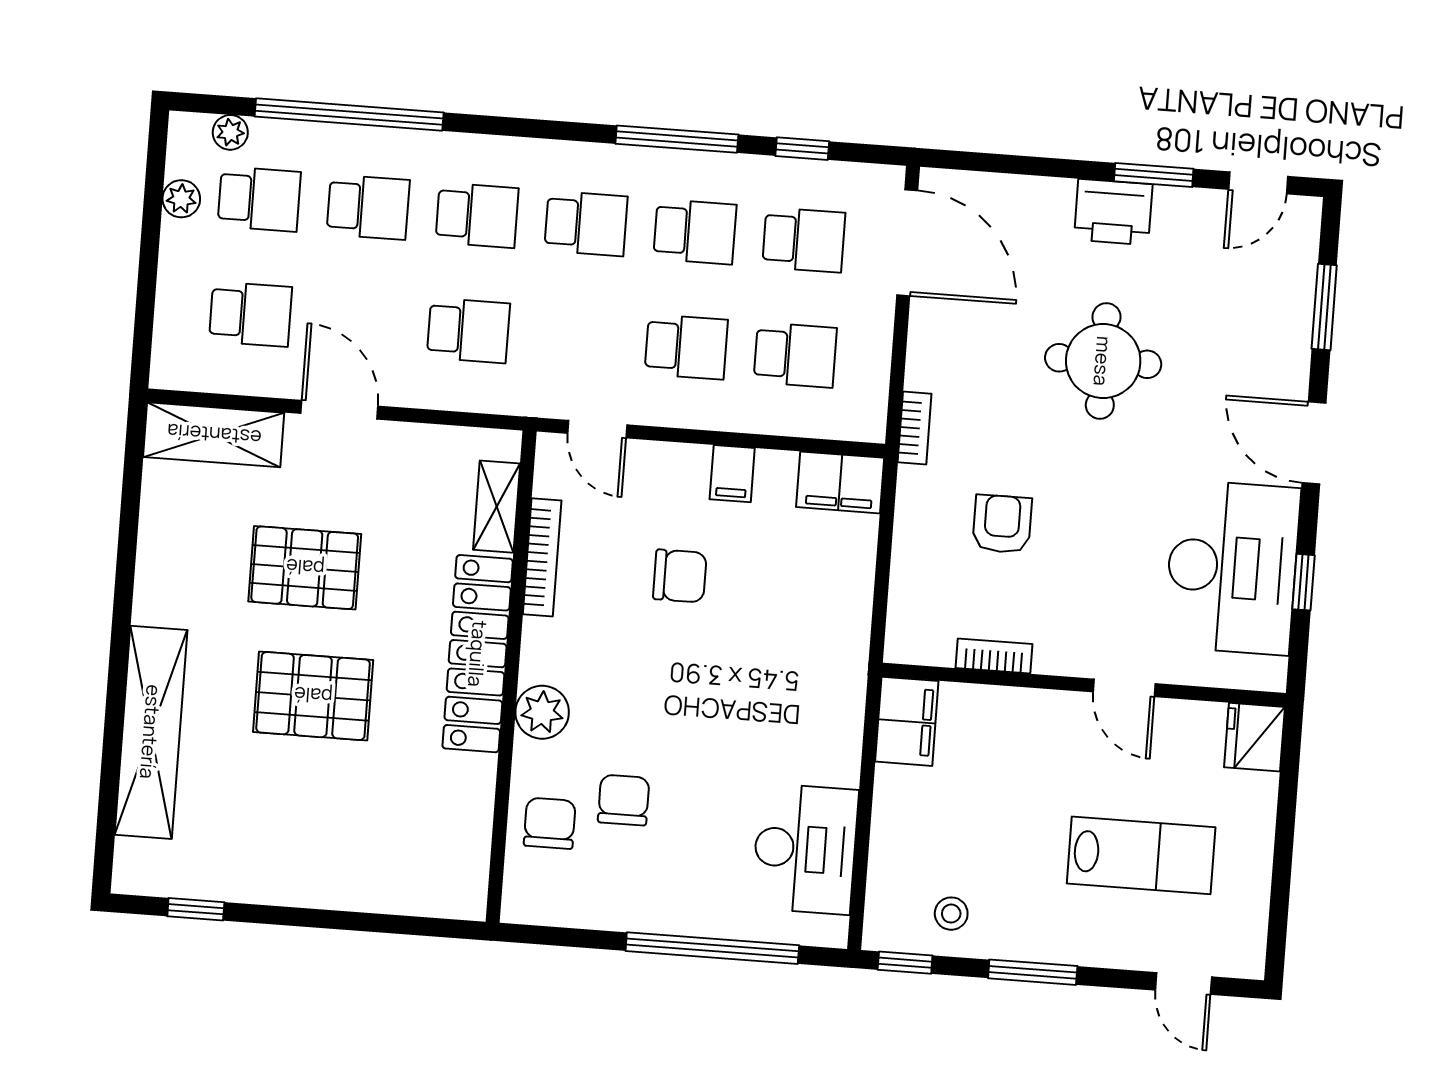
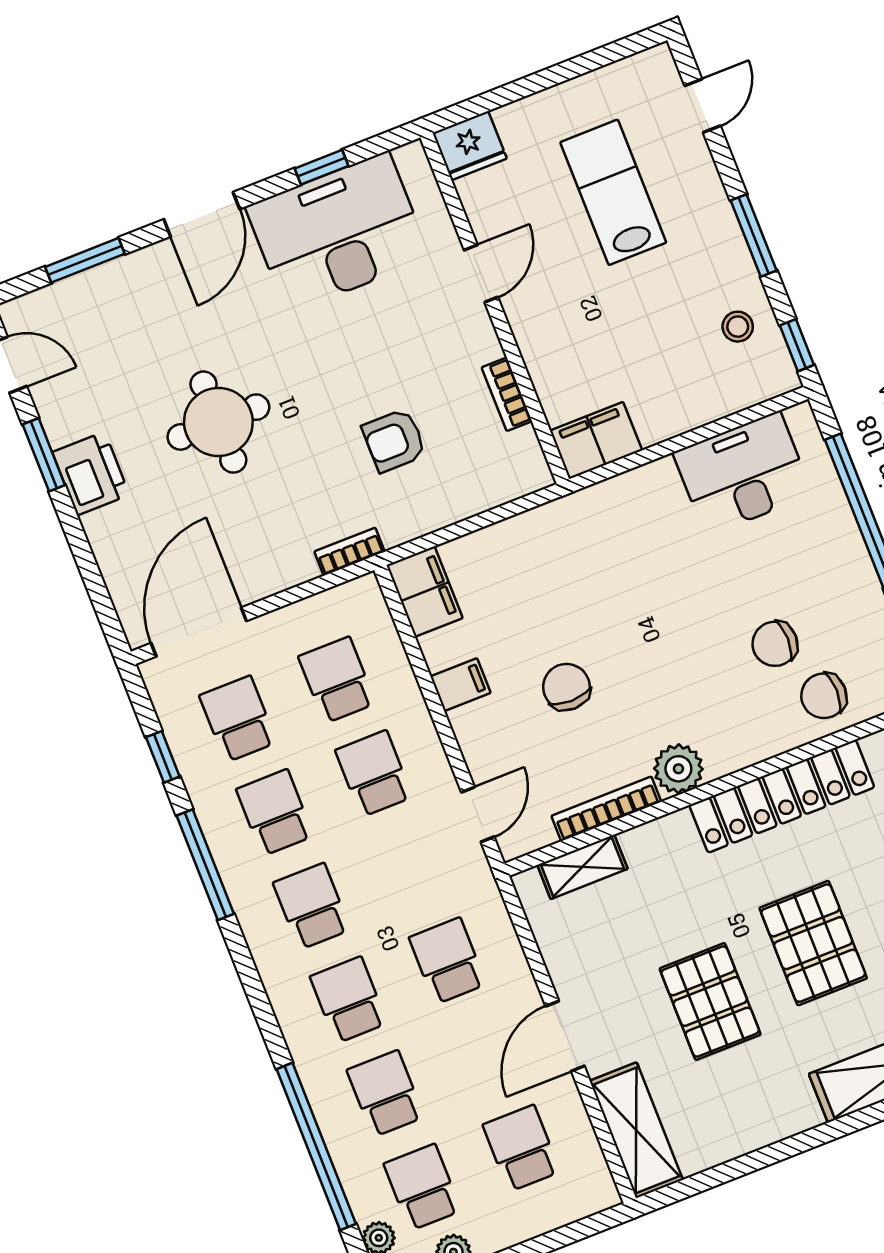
locker: (478, 654) -> (782, 796), moved
plant: (542, 712) -> (678, 769), moved

